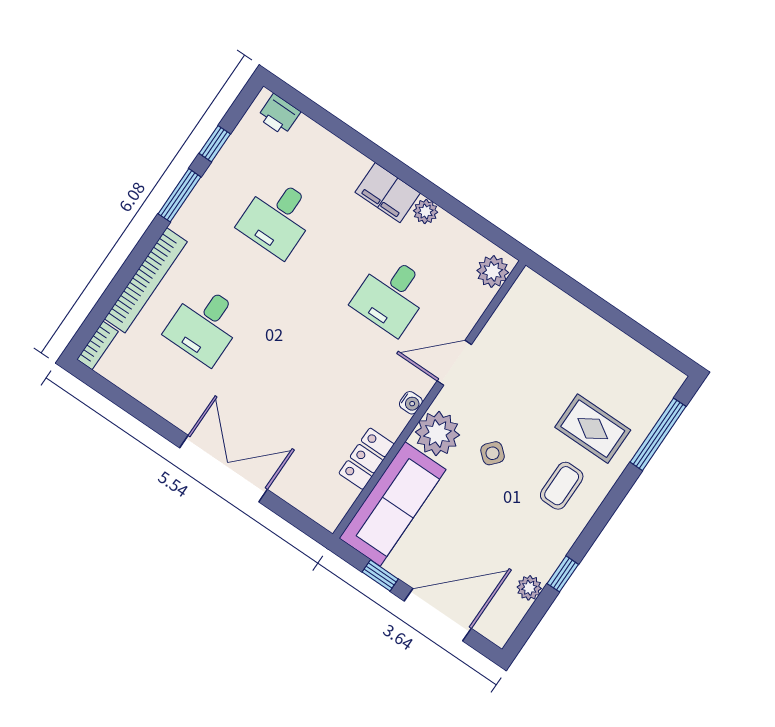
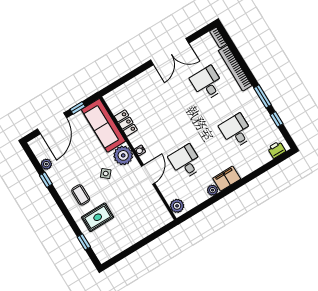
window: (658, 434) -> (84, 242), width x0.46
double door: (223, 469) -> (170, 52), moved

